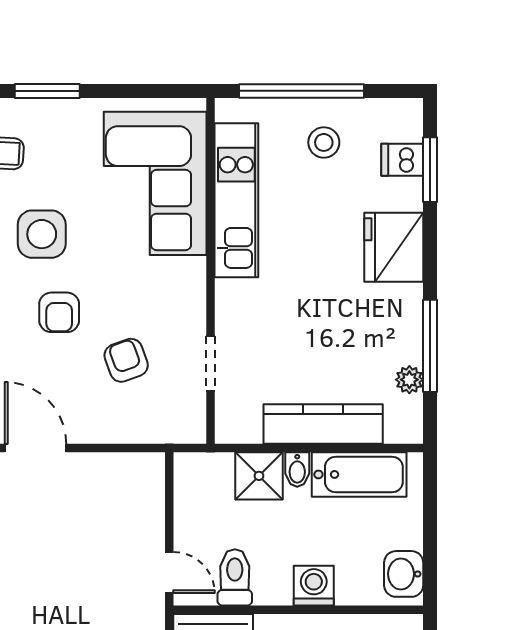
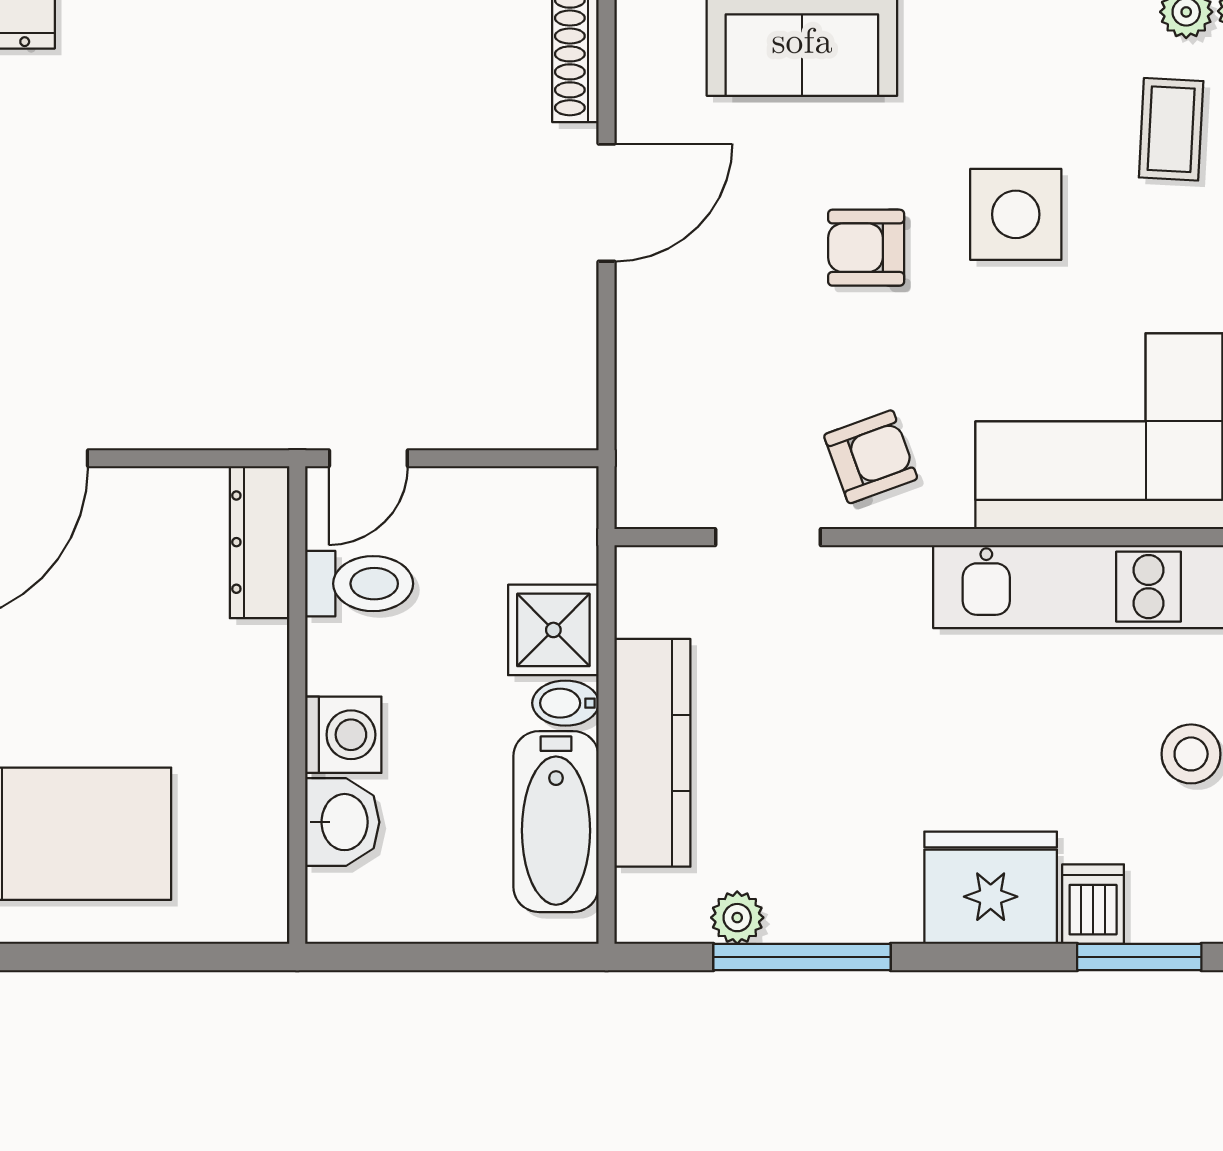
dishwasher: (402, 160) -> (1093, 904), moved
armchair: (126, 360) -> (871, 457), moved
washbasin: (404, 574) -> (342, 822), moved, turned 90

